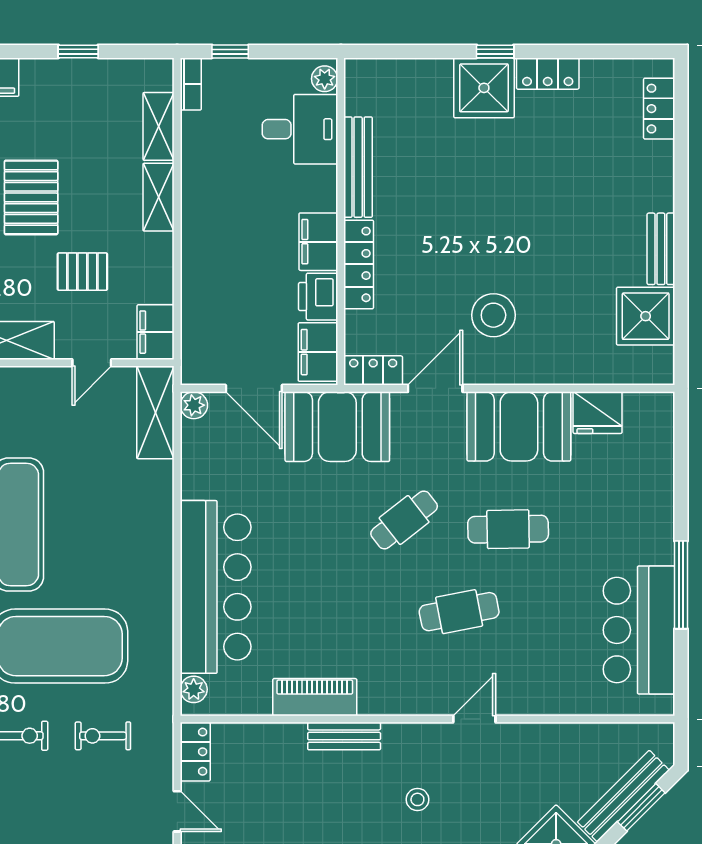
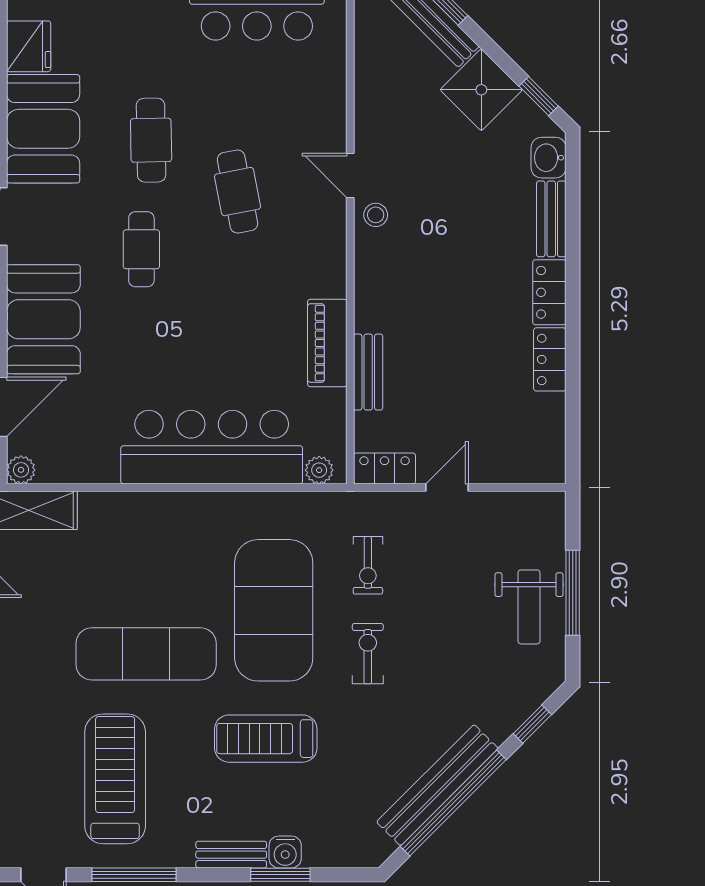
cafe table: (404, 520) -> (141, 249), turned 38
bench: (344, 736) -> (368, 372), moved
stool: (417, 799) -> (376, 215), moved

